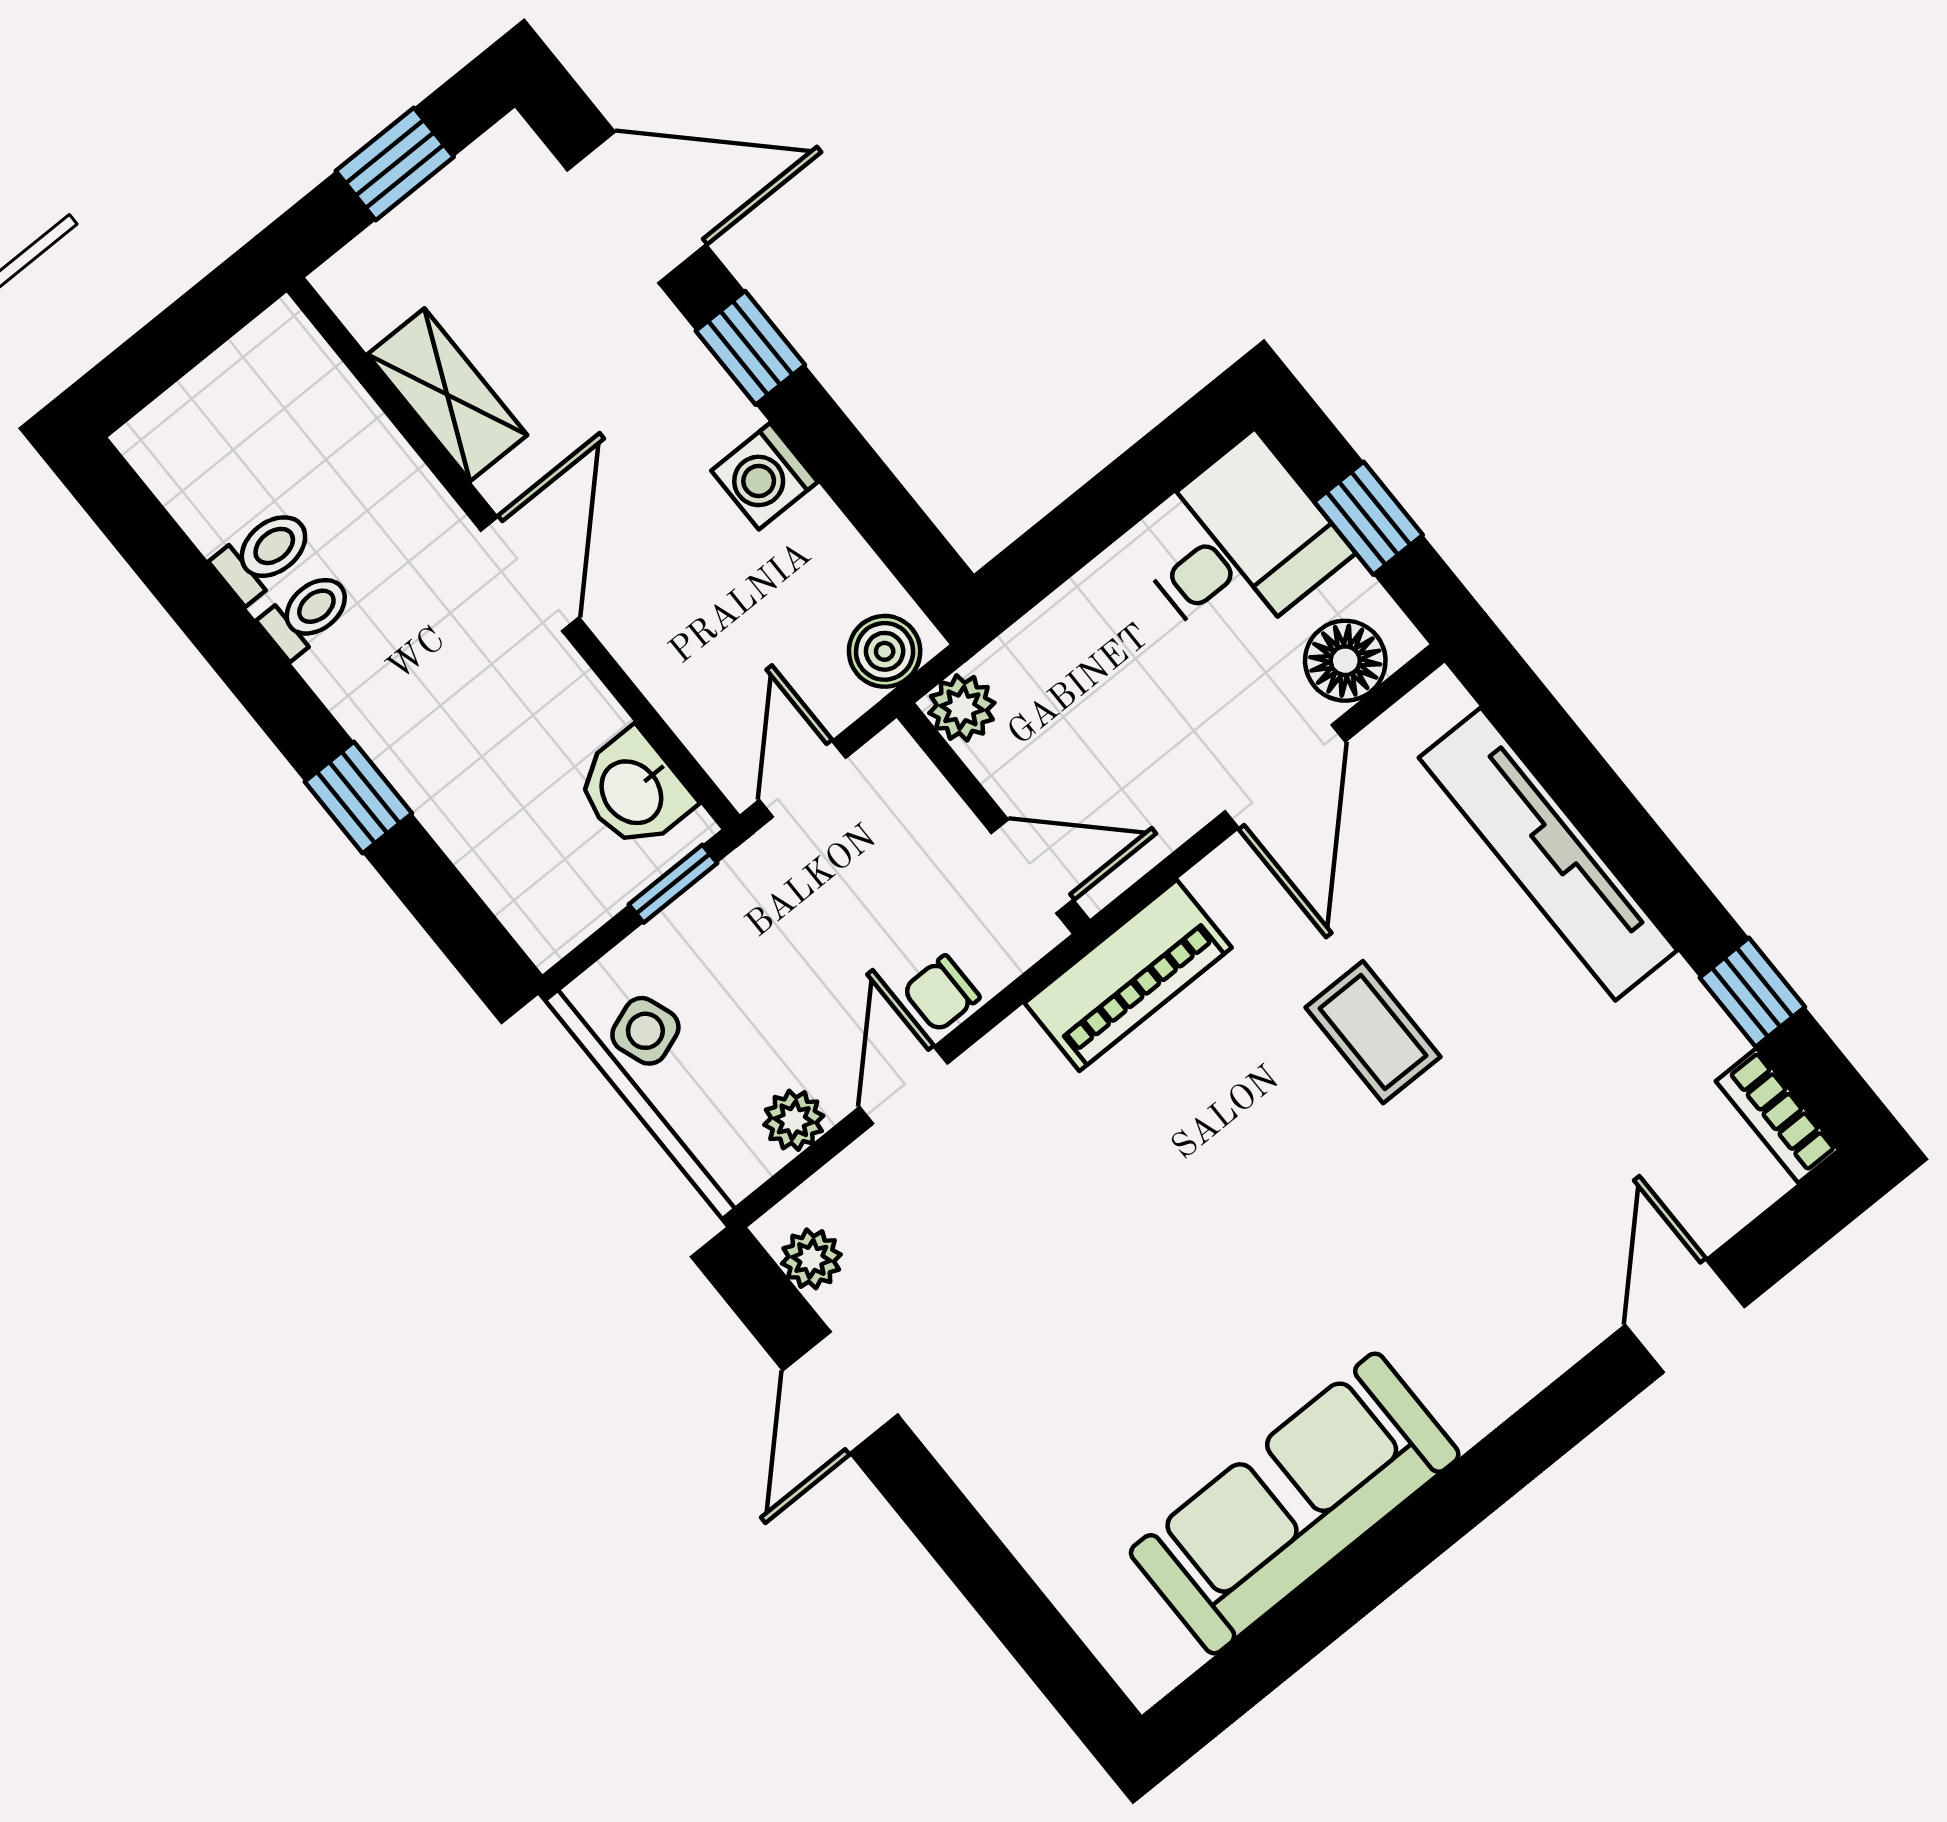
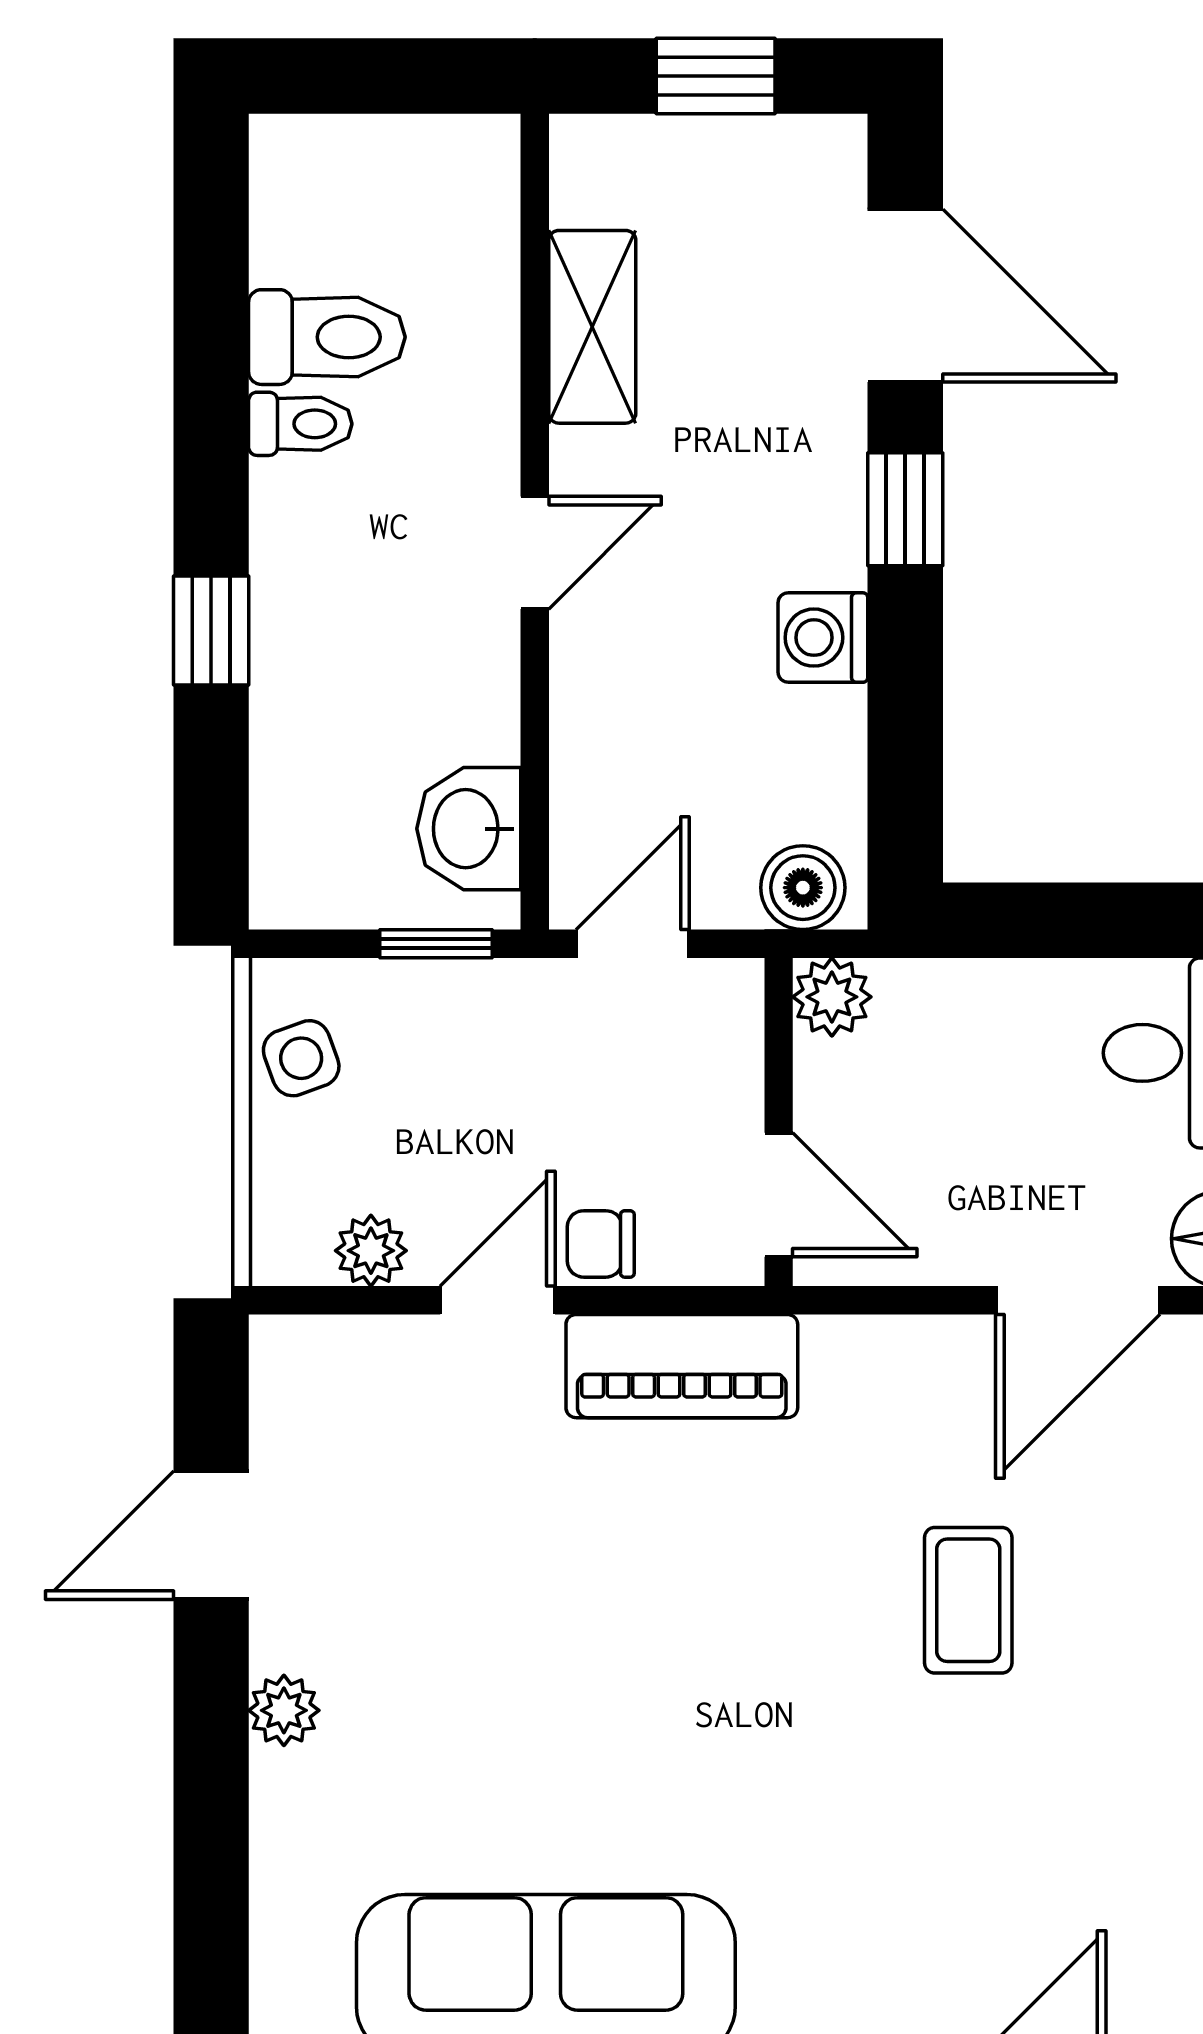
toilet: (264, 554) -> (327, 337), width x1.37, depth x1.39
door: (530, 574) -> (535, 553), width x0.73
piano: (1128, 975) -> (682, 1366), moved
plant: (811, 1259) -> (284, 1710), moved

